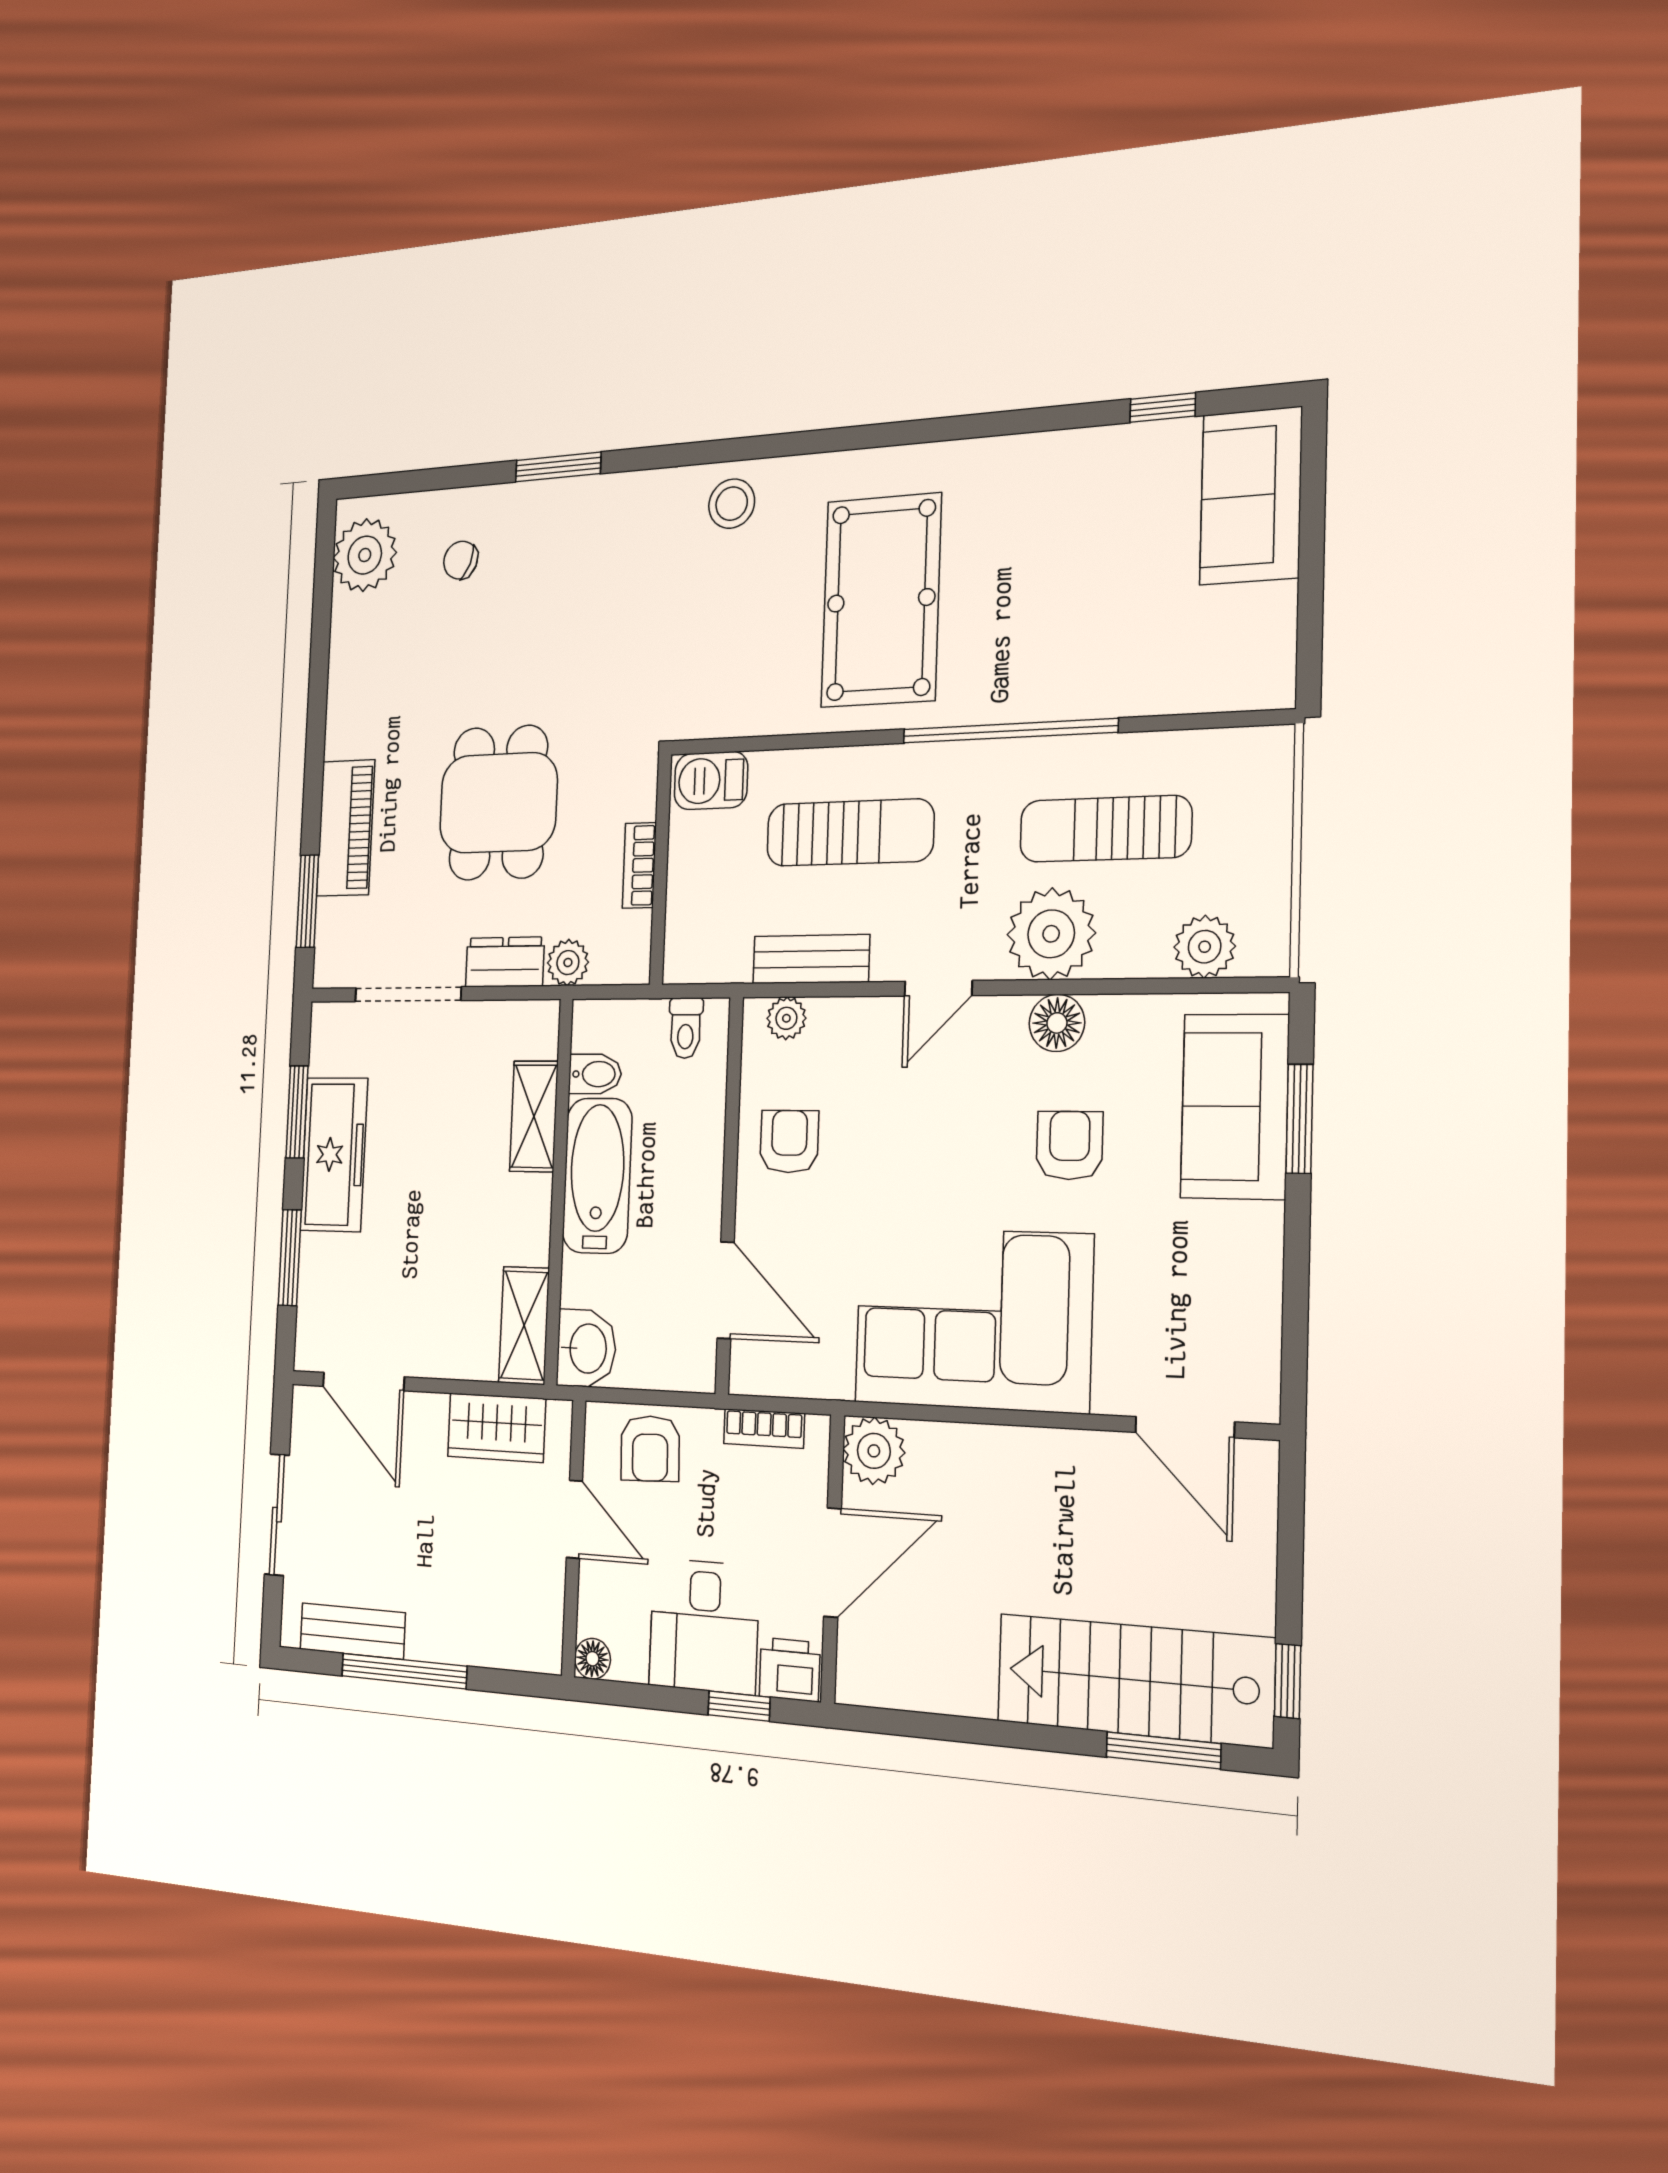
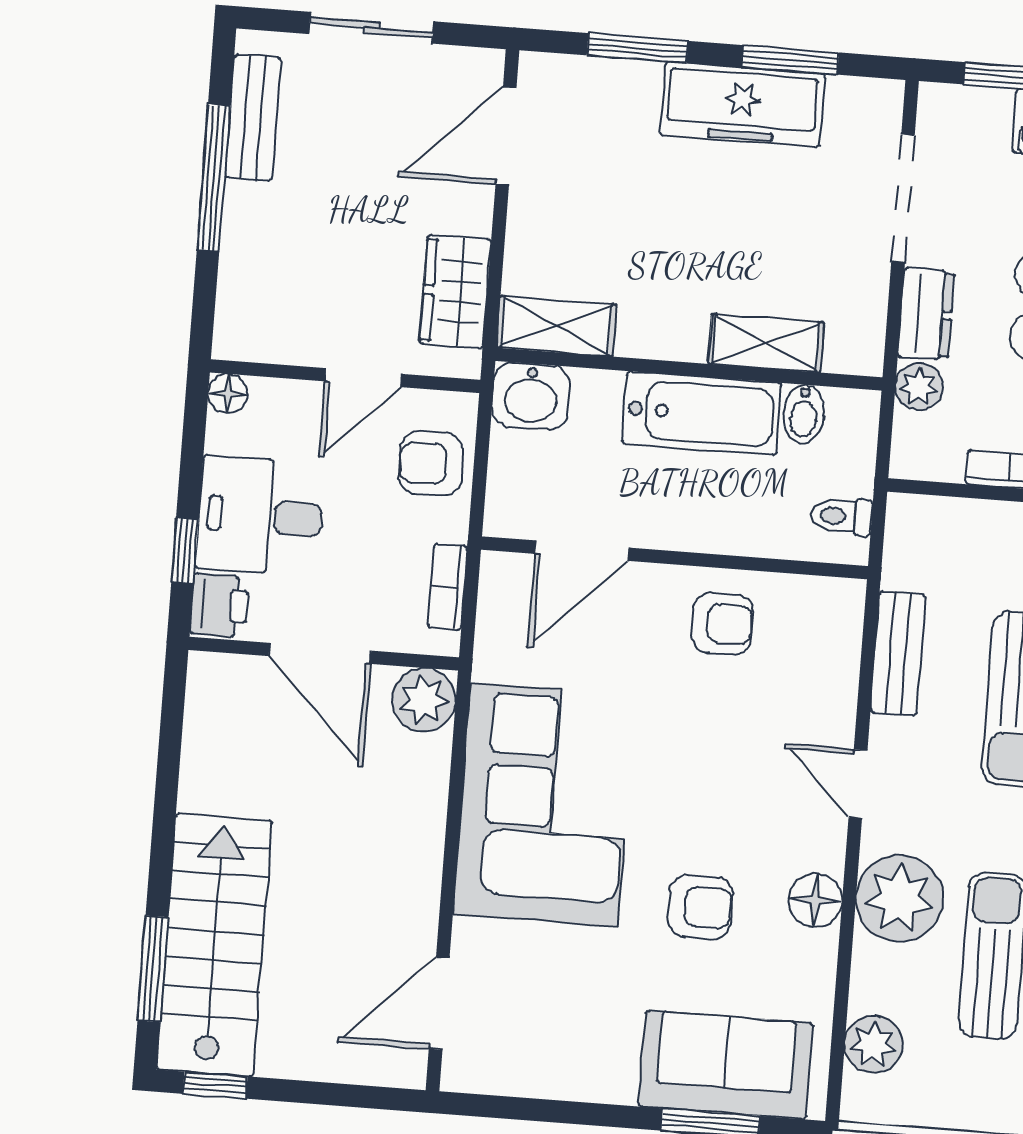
plant: (786, 1018) -> (842, 625), removed

